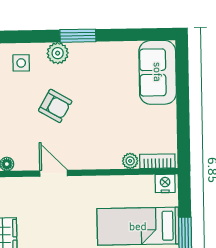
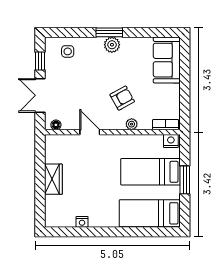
plant: (58, 53) -> (112, 45), moved
armchair: (55, 106) -> (122, 98), moved, turned -59
plant: (130, 161) -> (132, 124), moved

